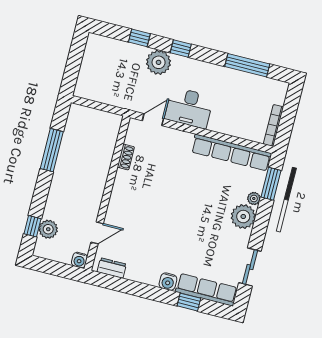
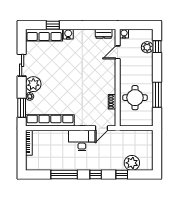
plant: (159, 62) -> (132, 163), moved
window: (247, 65) -> (64, 175), moved
round table: (88, 154) -> (135, 98), added
sliding door: (250, 267) -> (22, 65), moved

